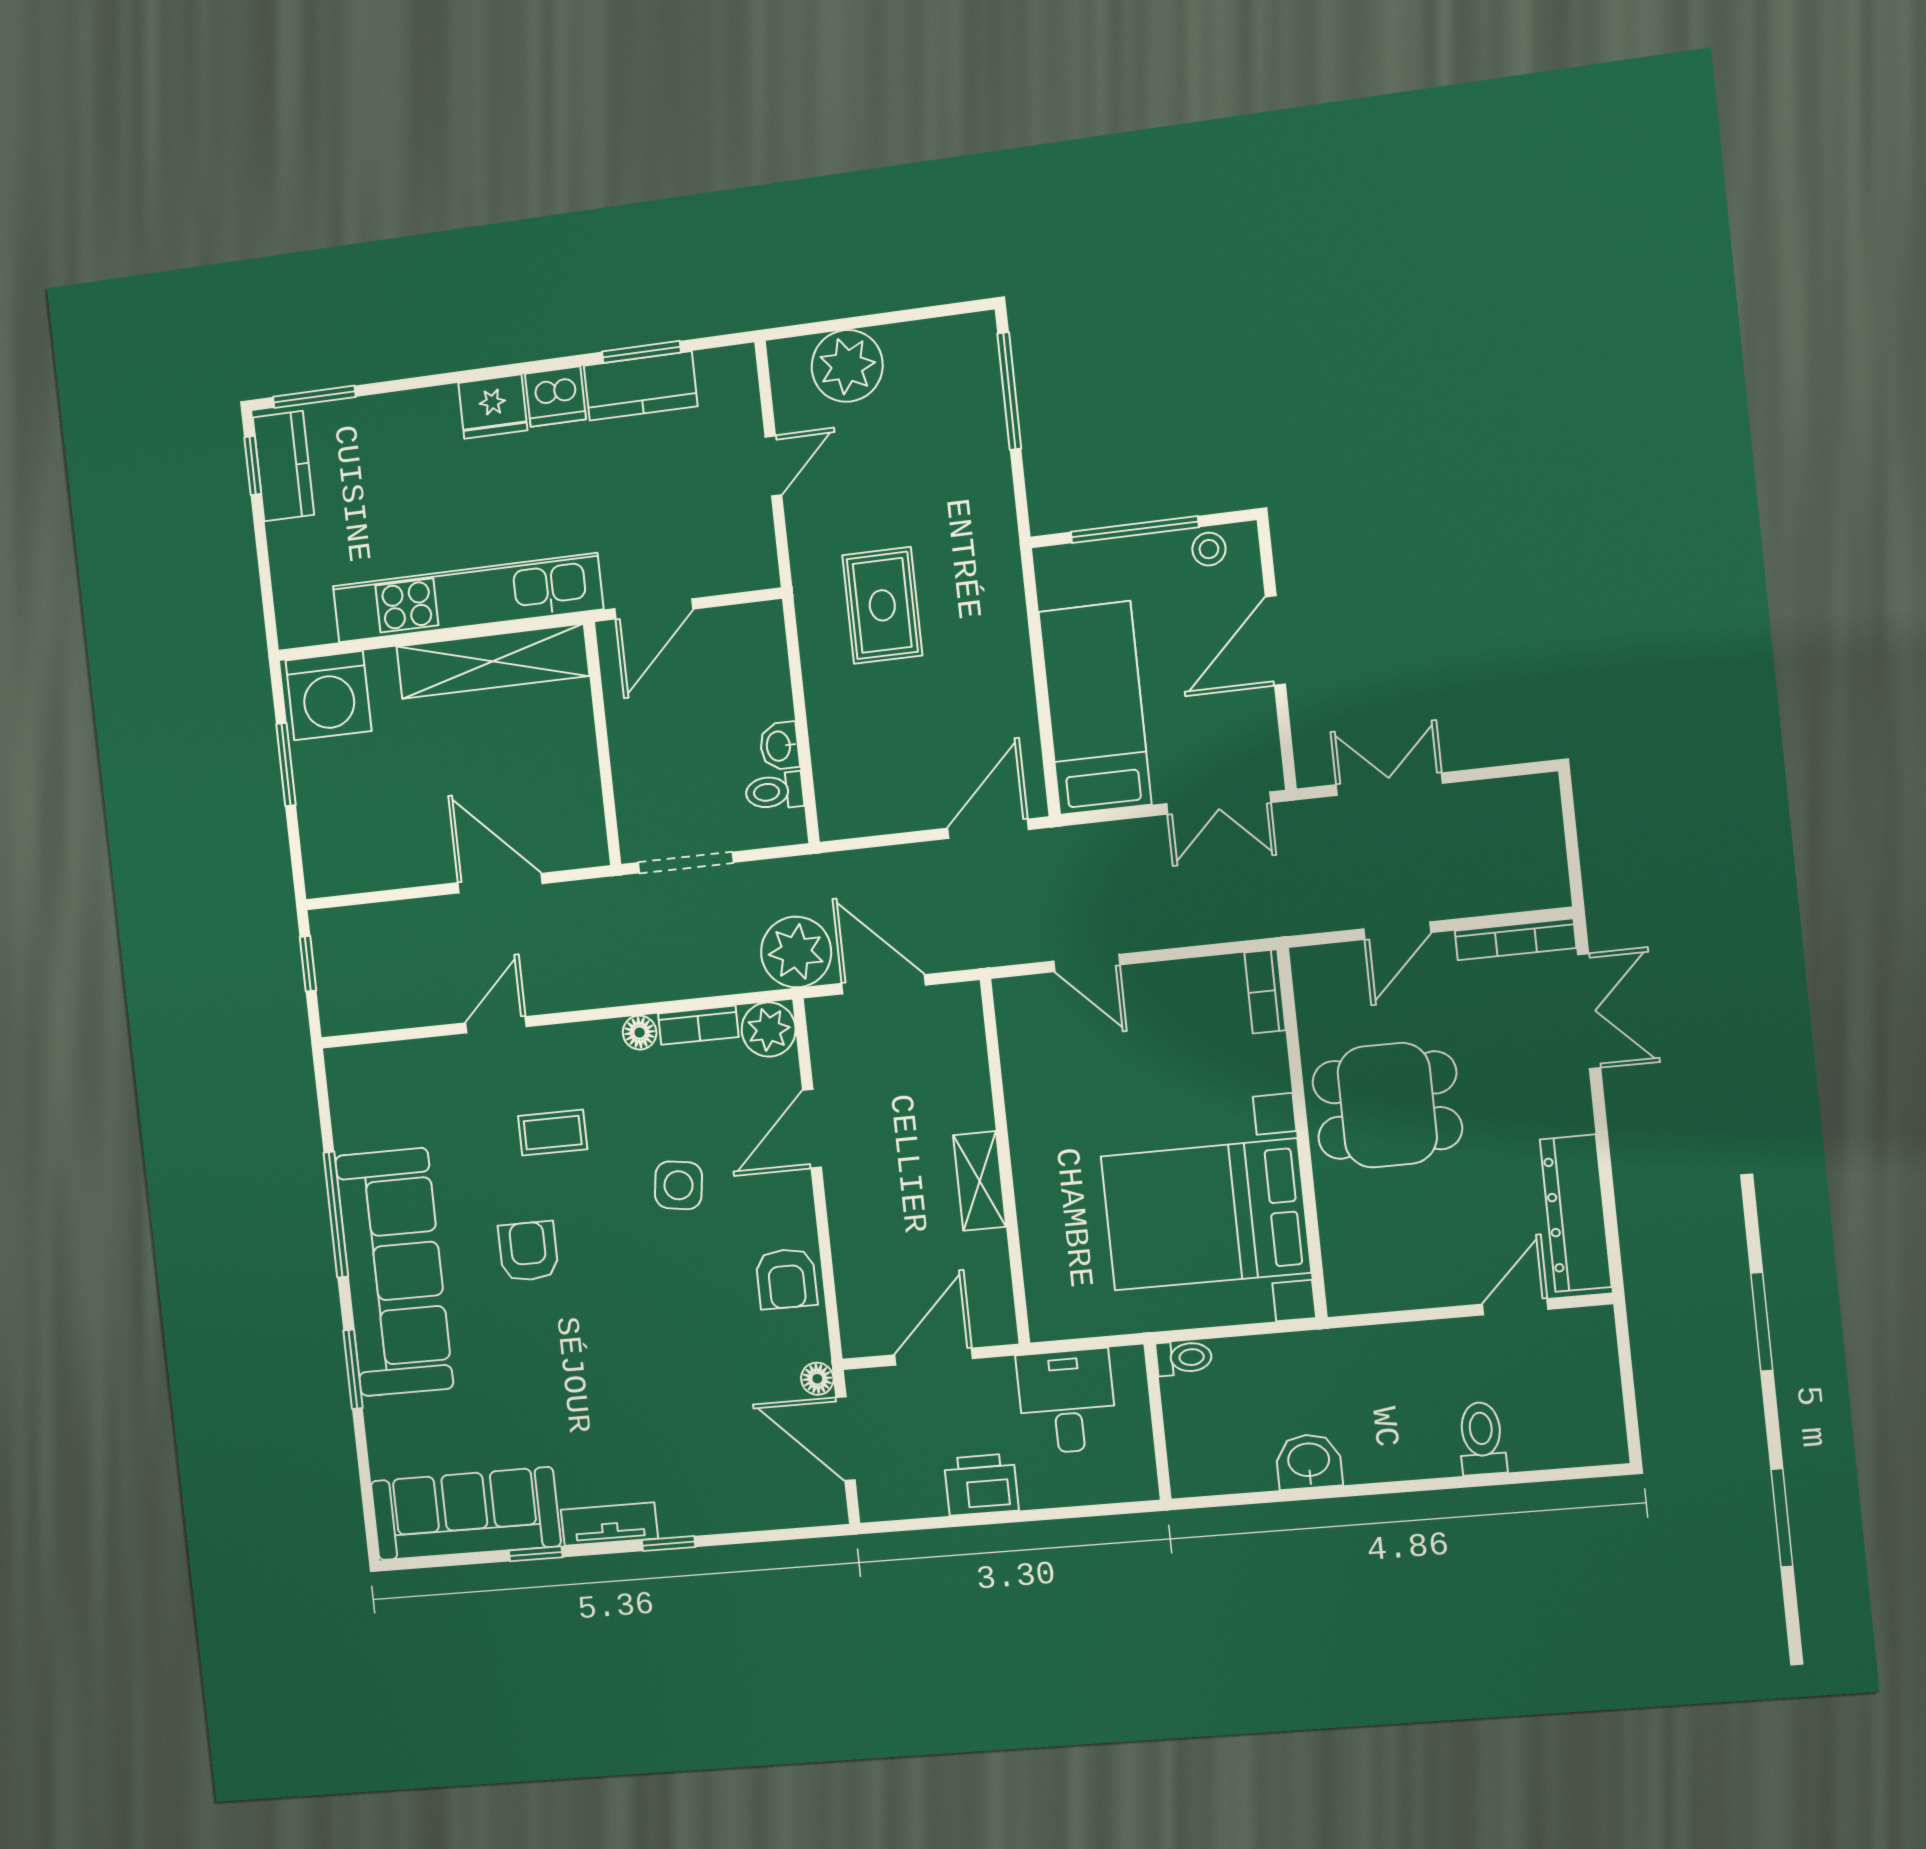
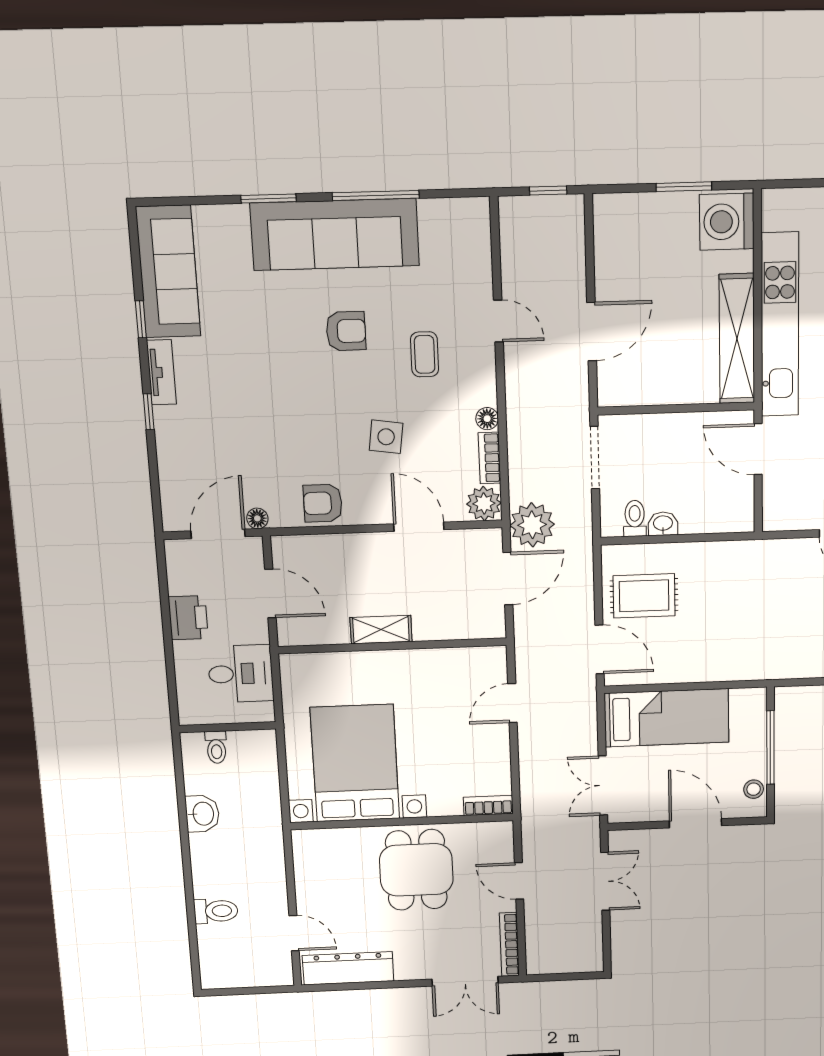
rug: (882, 605) -> (644, 596), moved
toilet: (1184, 1358) -> (216, 747), moved

